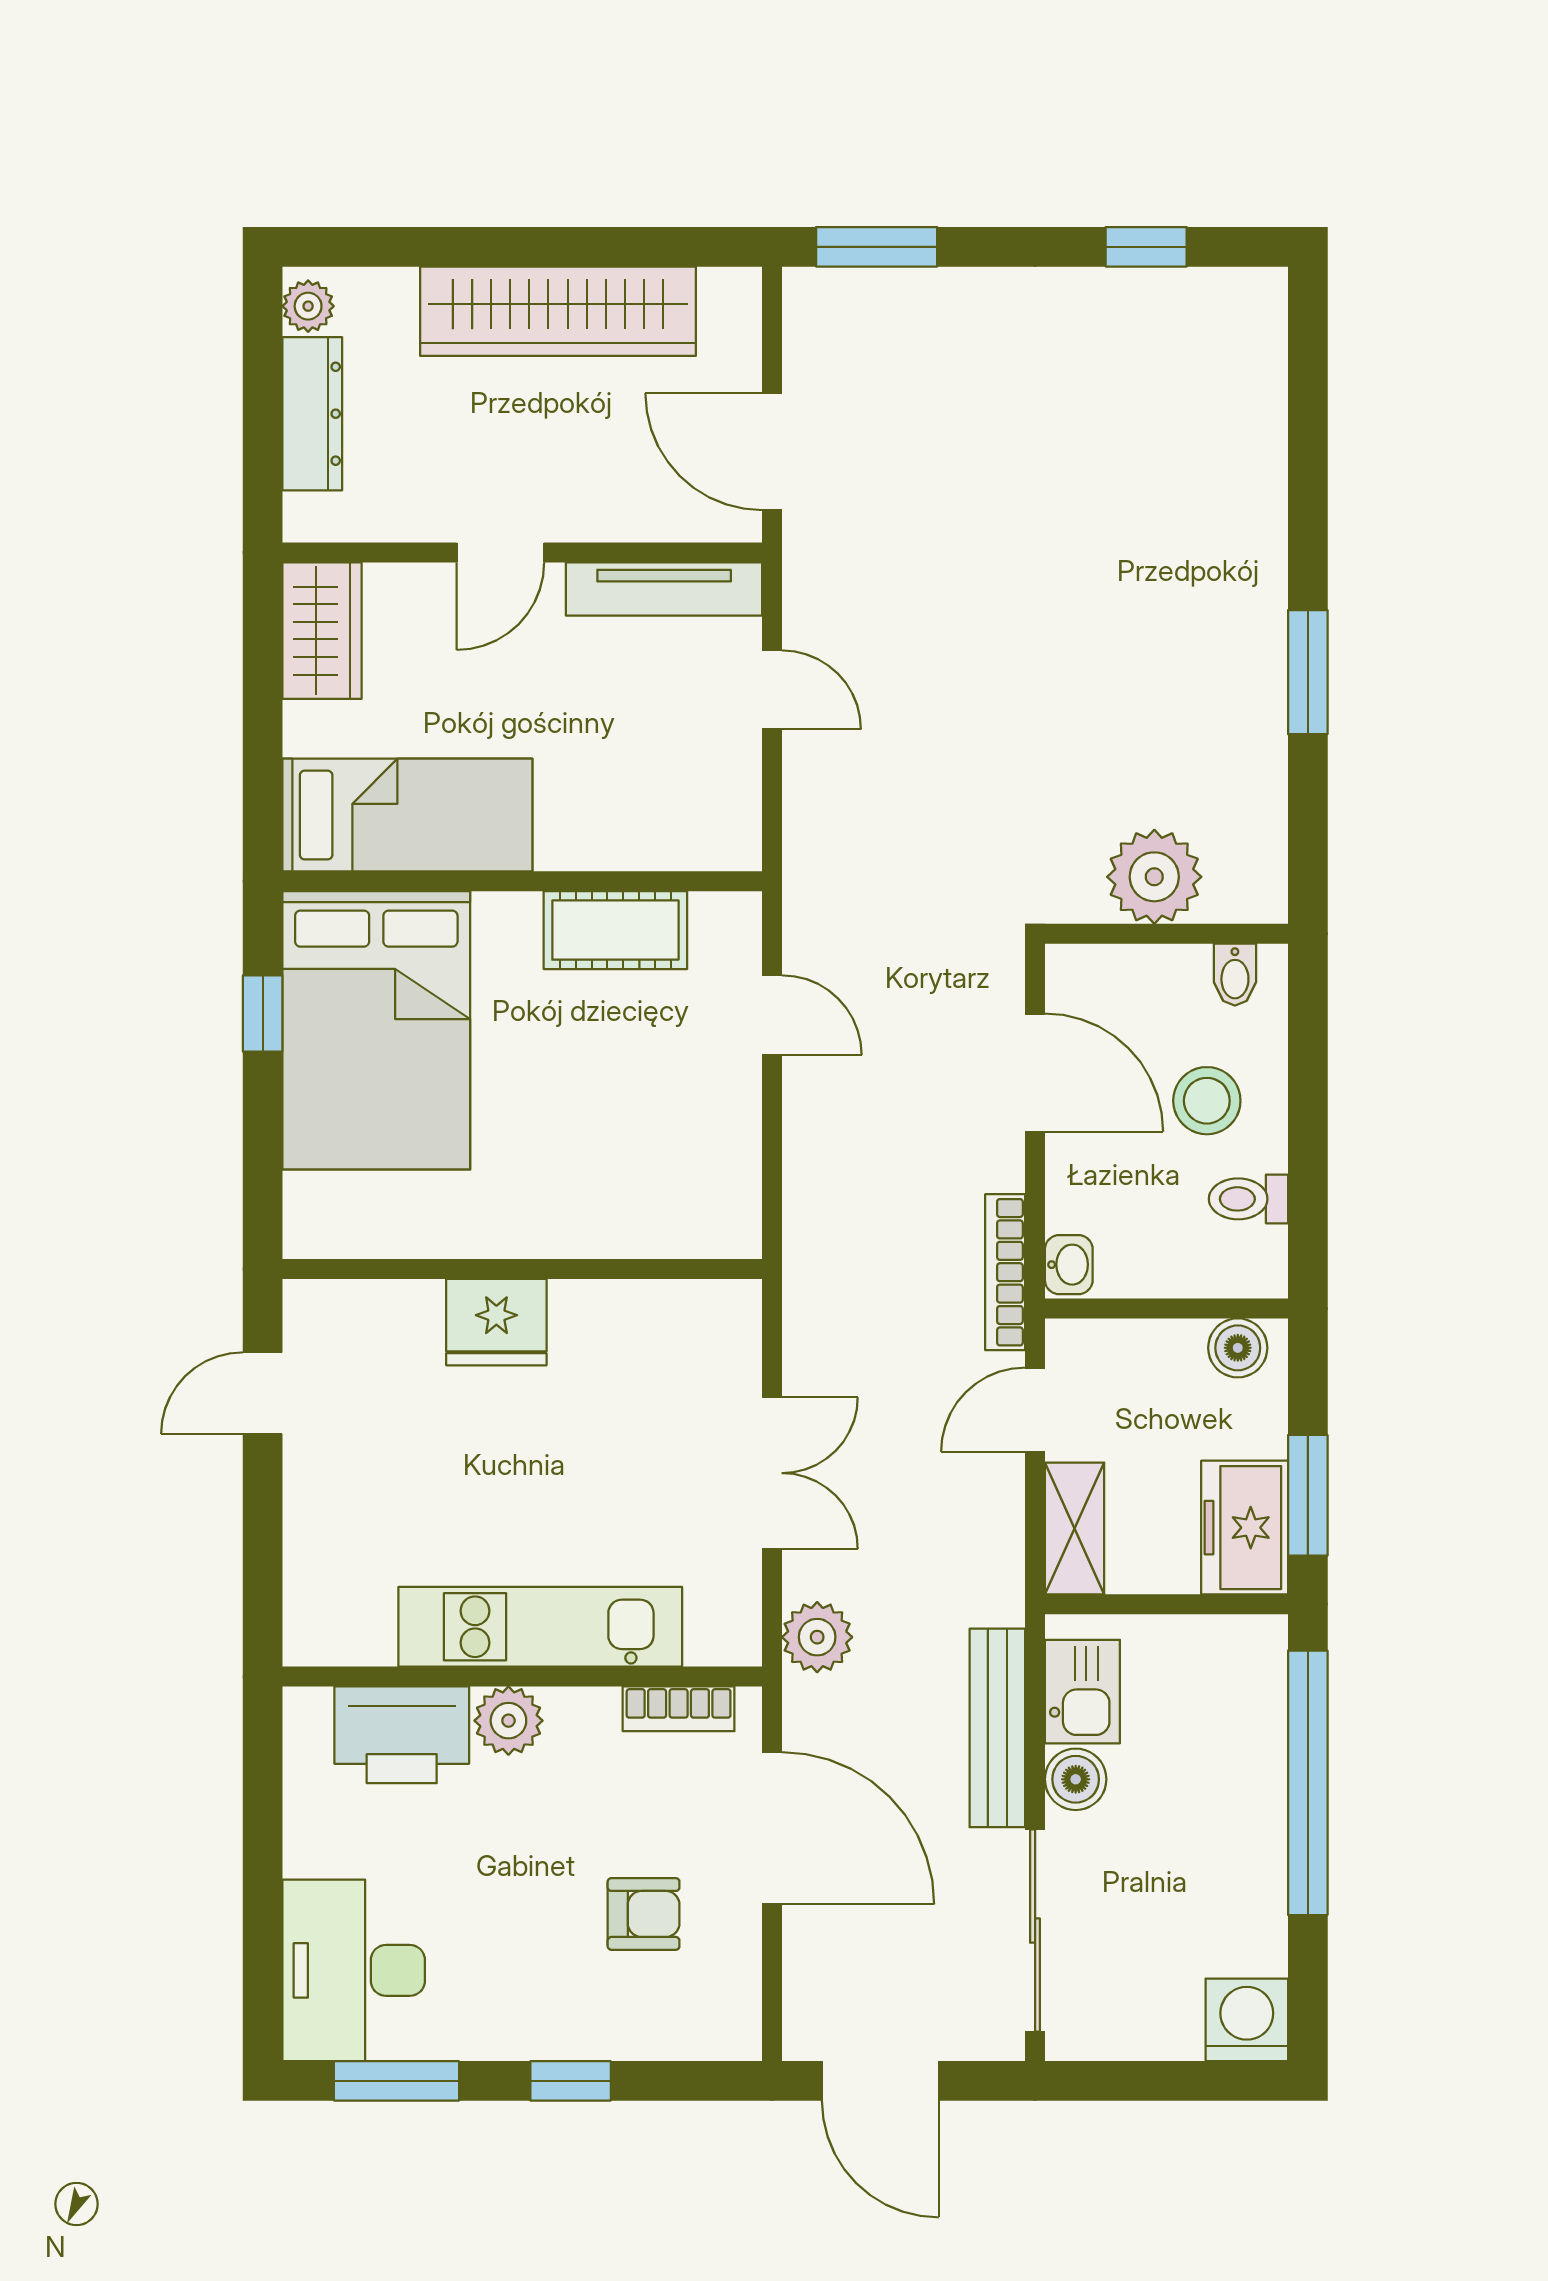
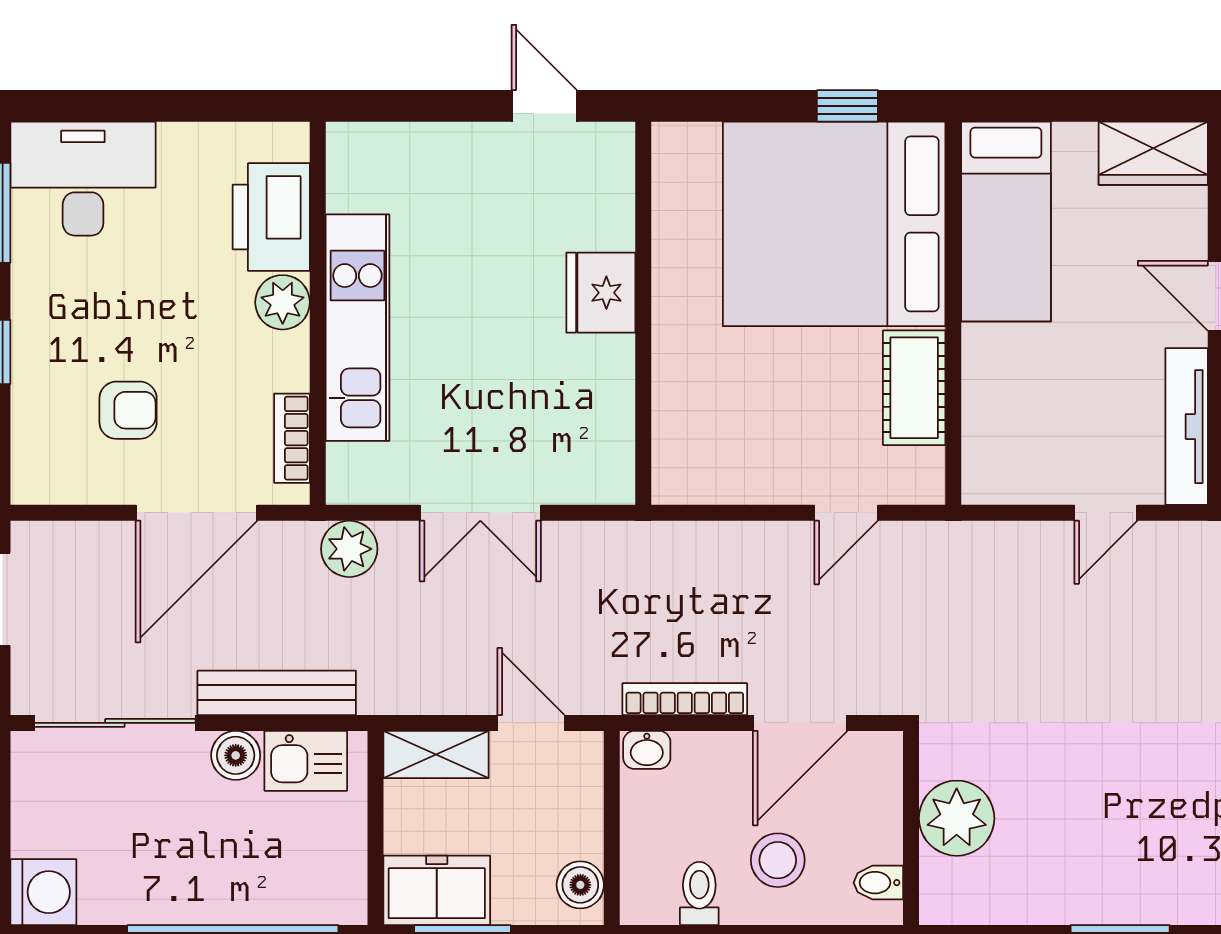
bed: (376, 1030) -> (834, 224), width x1.36
bookcase: (1005, 1272) -> (685, 699), moved
armchair: (644, 1914) -> (128, 410), turned -90

